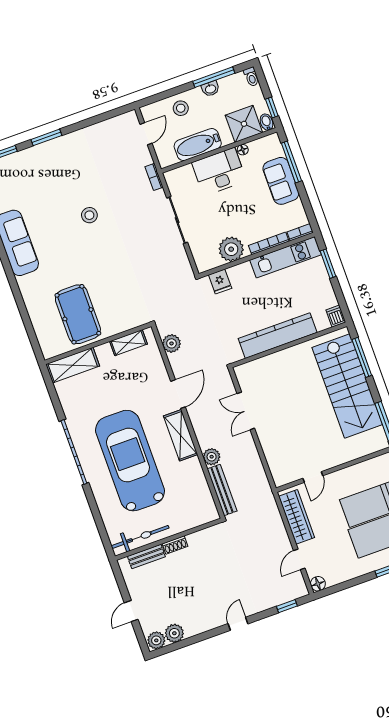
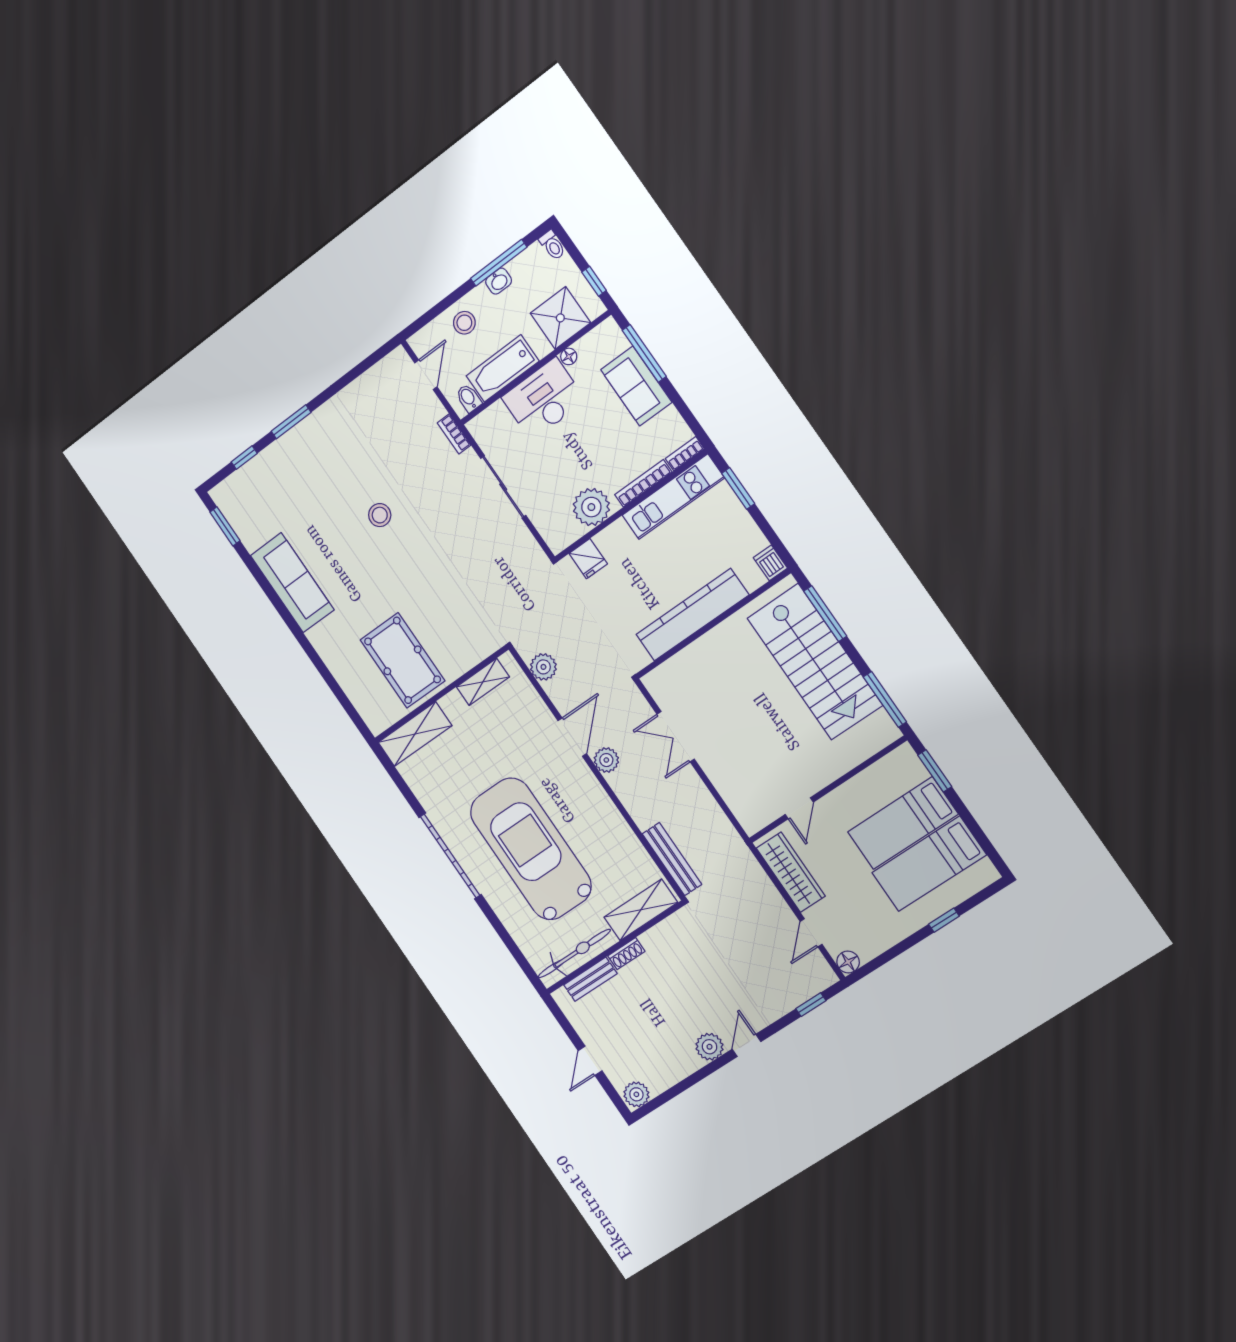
bidet: (267, 122) -> (469, 398), moved
shelving: (181, 435) -> (641, 910), moved, turned 90
plant: (212, 457) -> (606, 760), moved
plant: (174, 633) -> (710, 1047), moved

